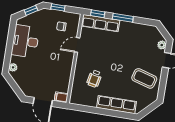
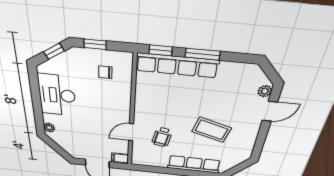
row of seats: (101, 23) -> (177, 65), width x1.36
door: (77, 45) -> (131, 132), moved
coffee table: (144, 78) -> (211, 130), moved

